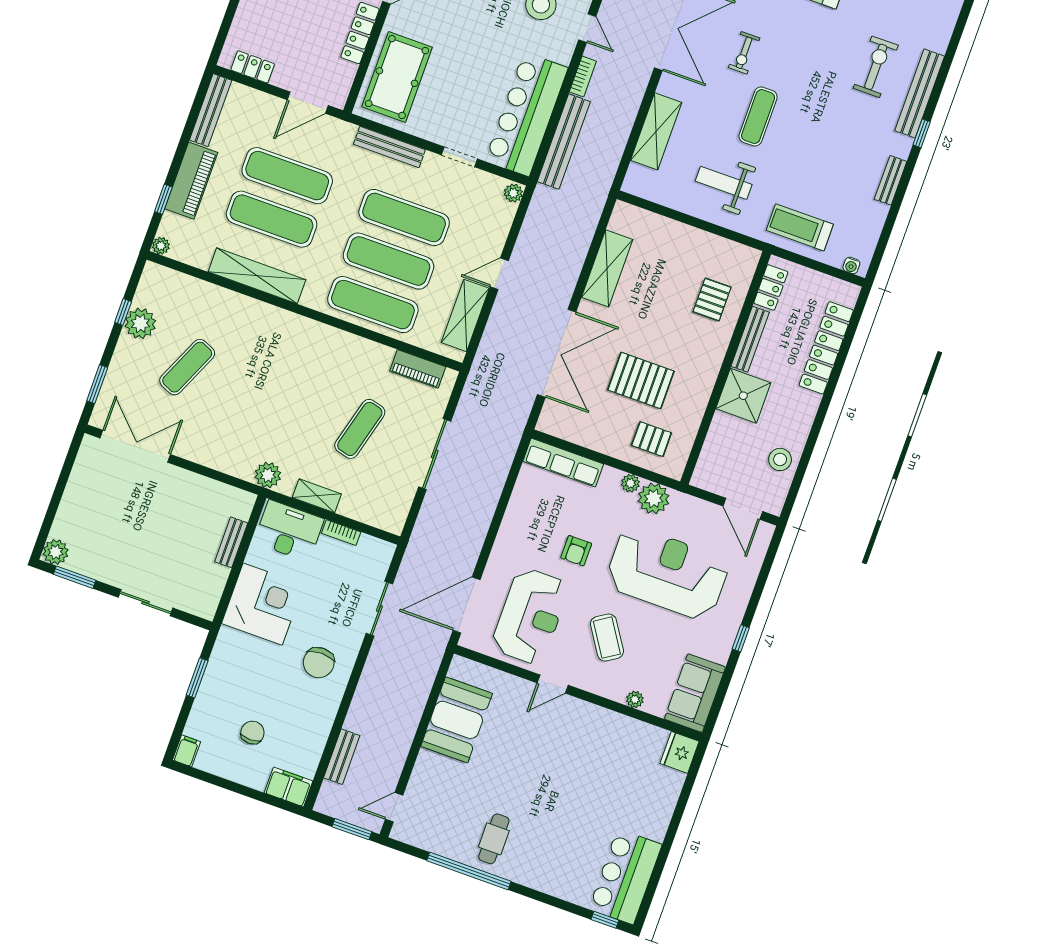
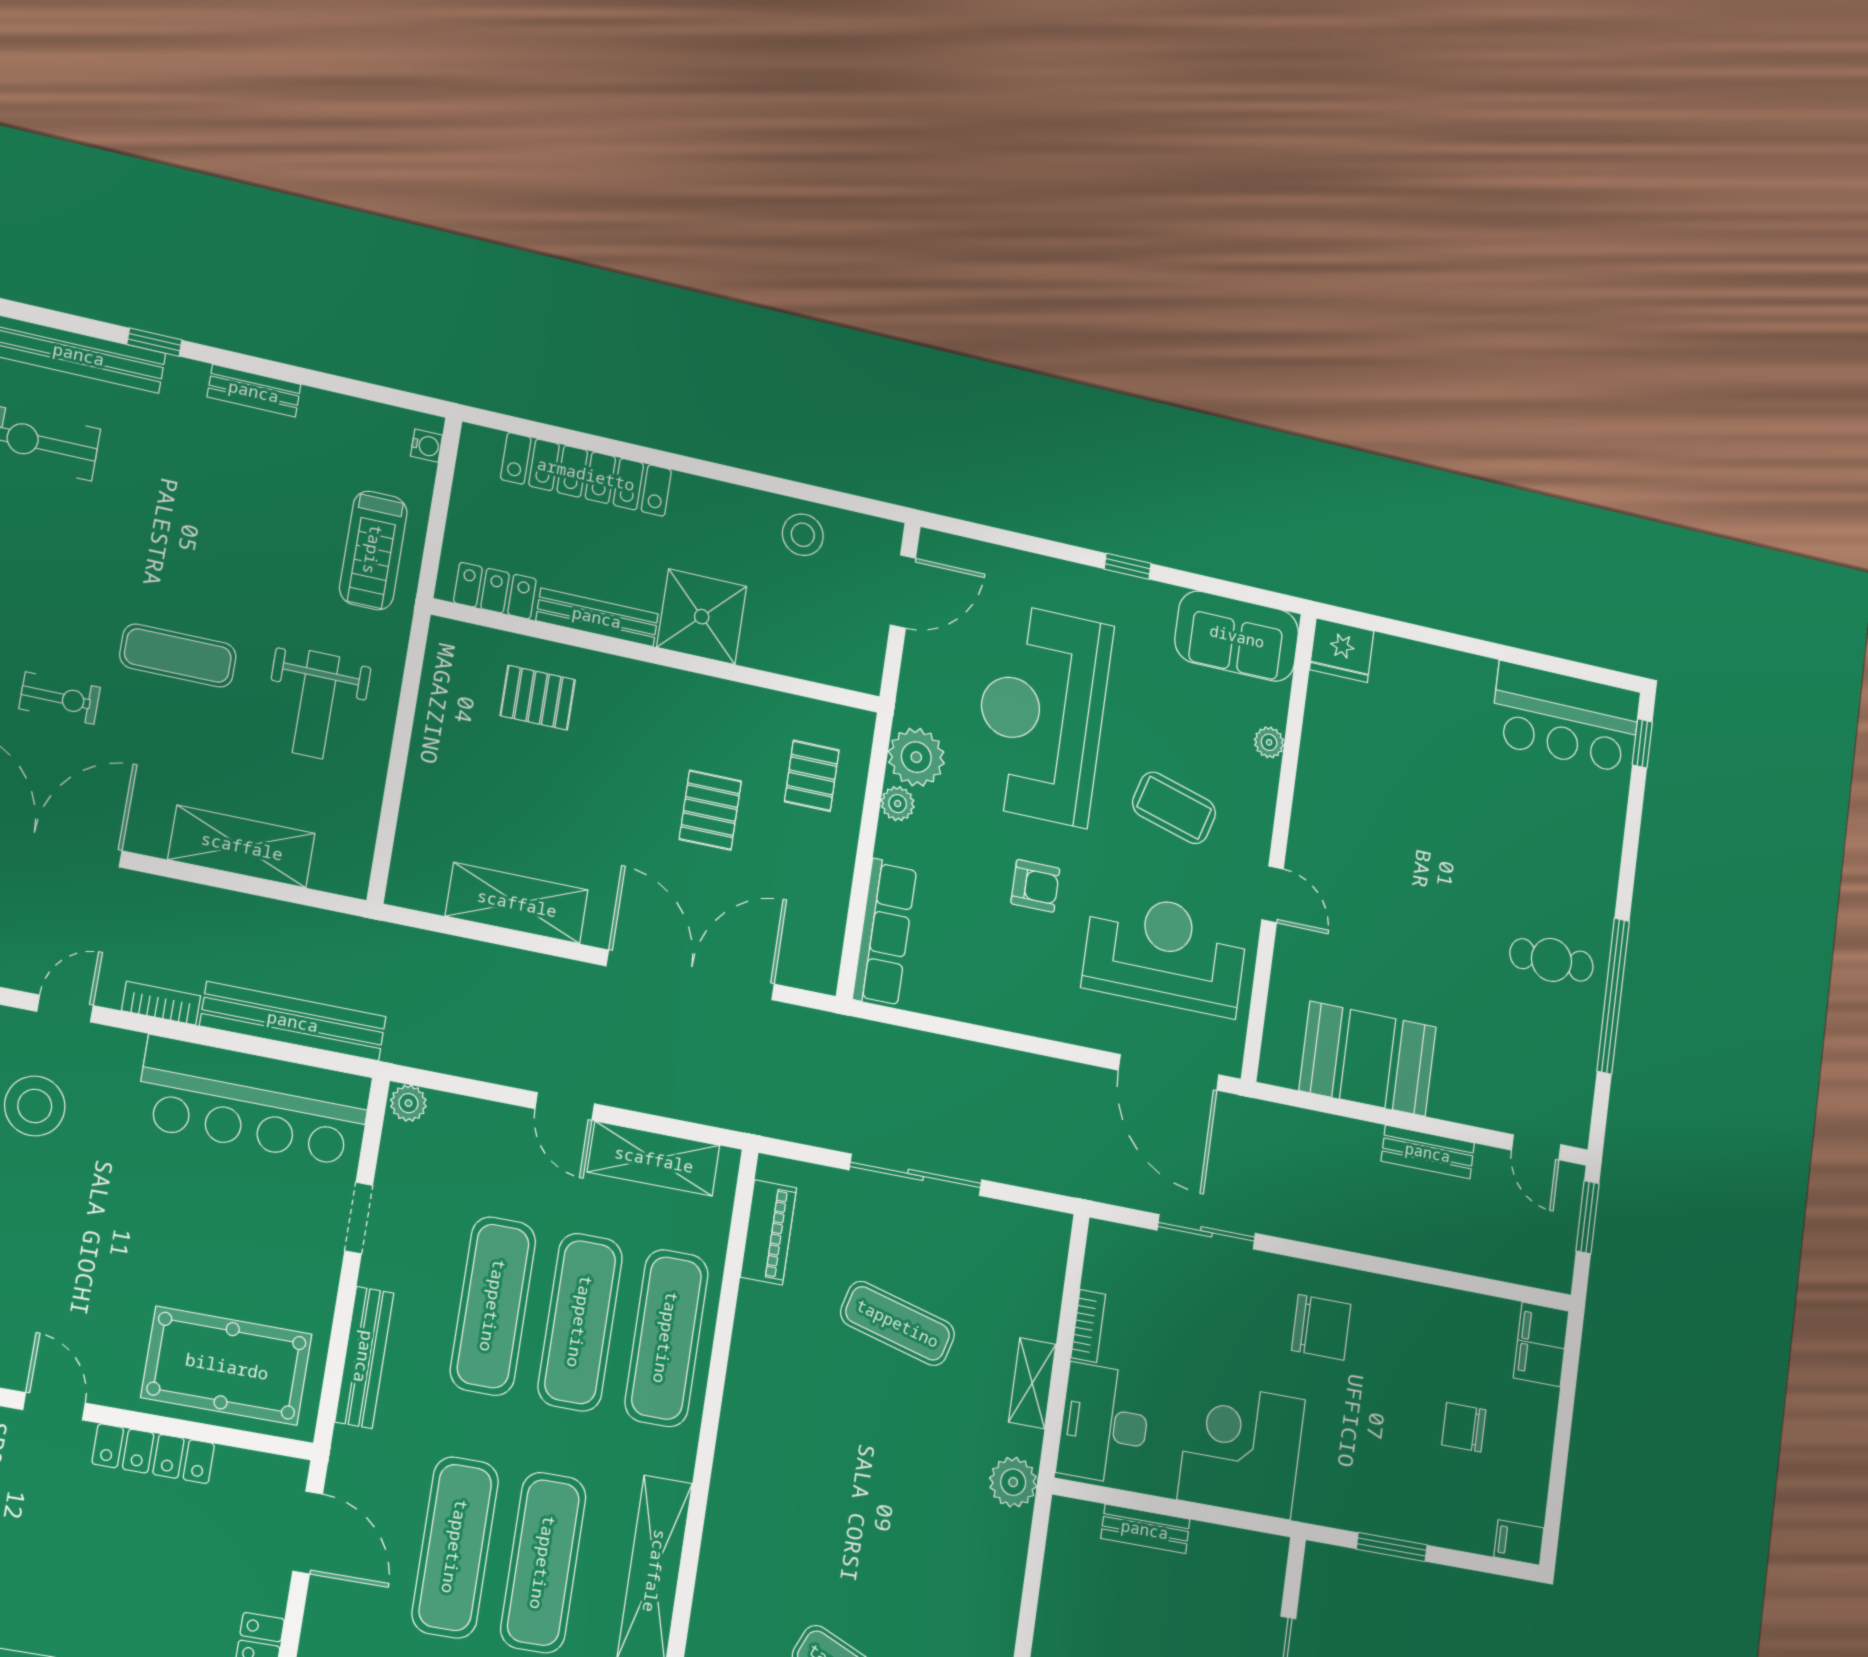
pallet: (641, 380) -> (710, 810), width x0.67, depth x0.71
coffee table: (607, 638) -> (1174, 808), turned 49
bench: (342, 757) -> (1428, 1152), moved

